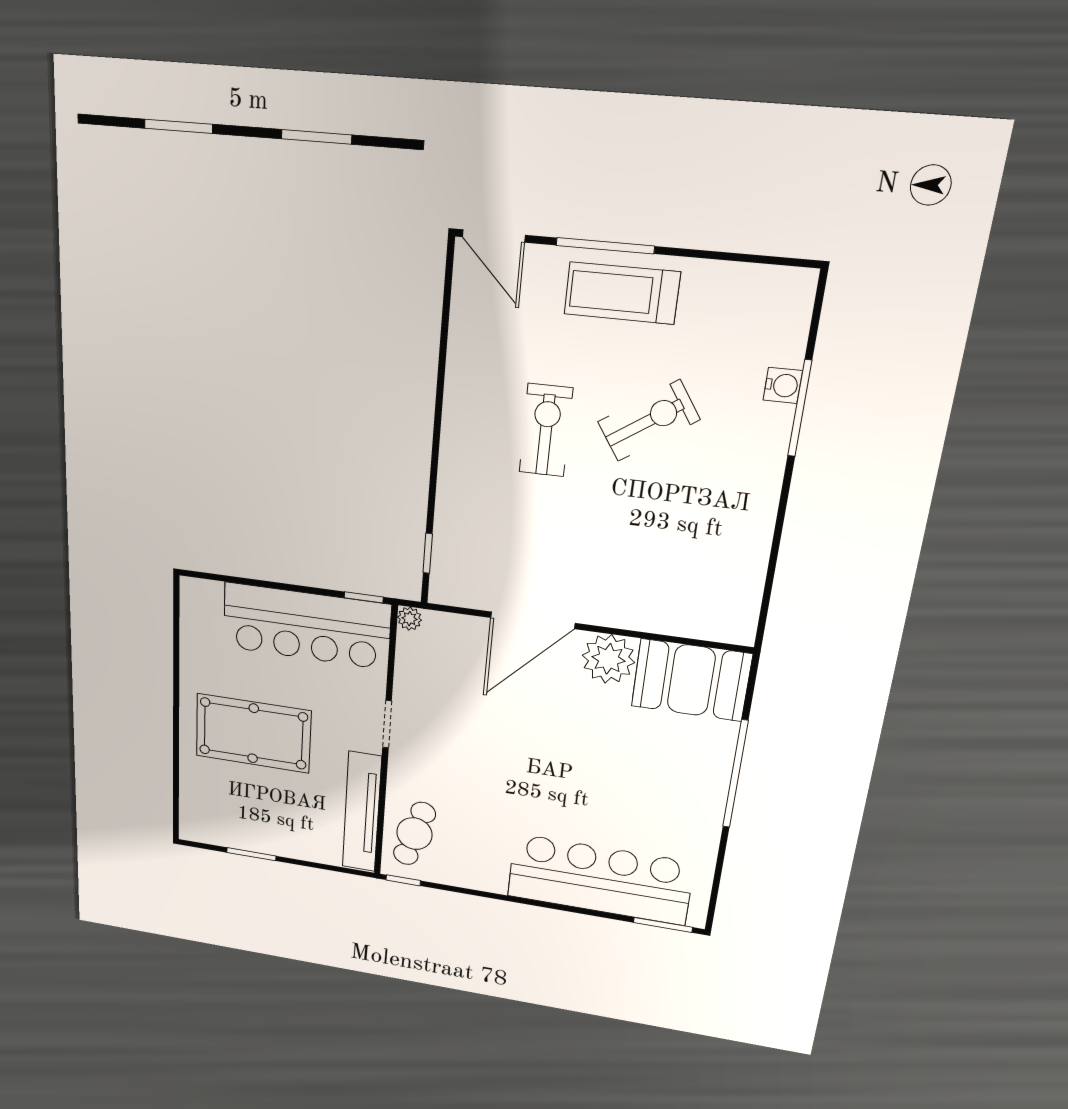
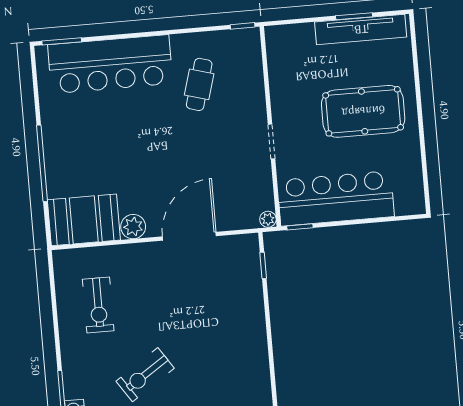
exercise bike: (546, 430) -> (98, 305), moved
plant: (608, 659) -> (133, 227), width x0.73, depth x0.73
tv unit: (362, 812) -> (361, 29), moved, turned 90
cafe table: (414, 834) -> (199, 84), moved

